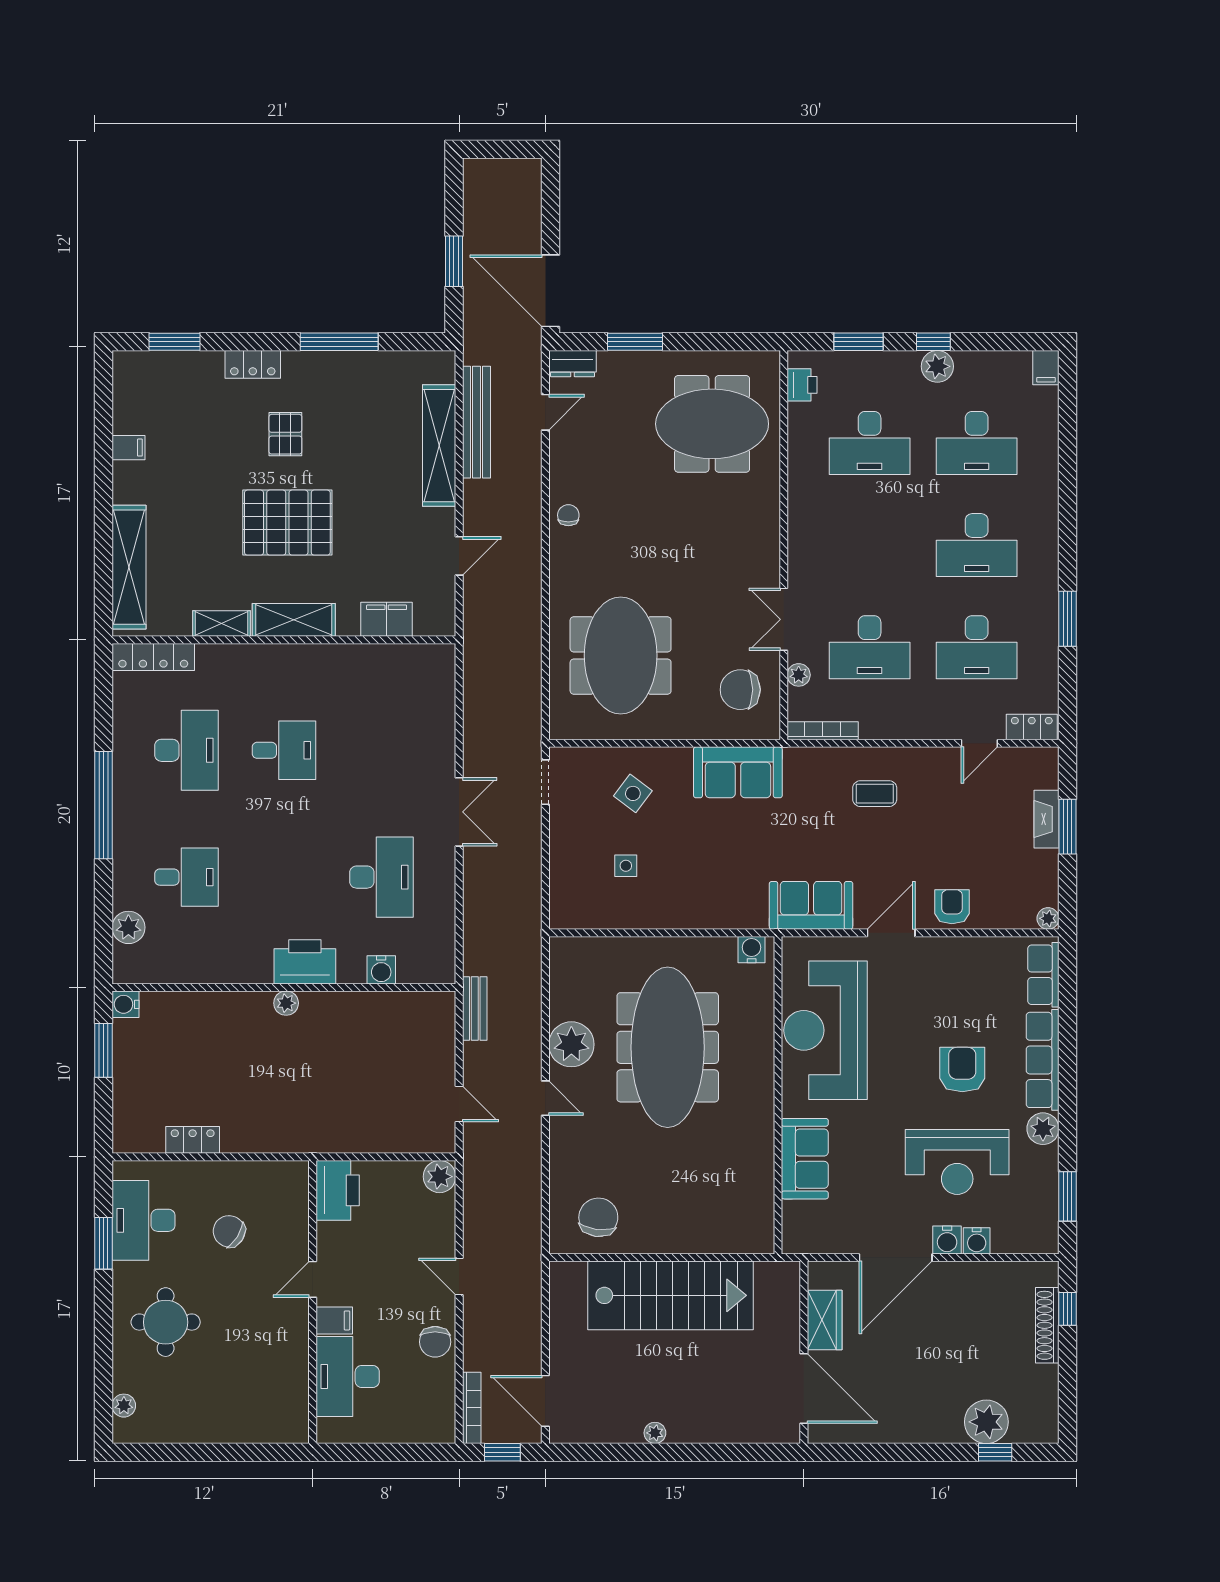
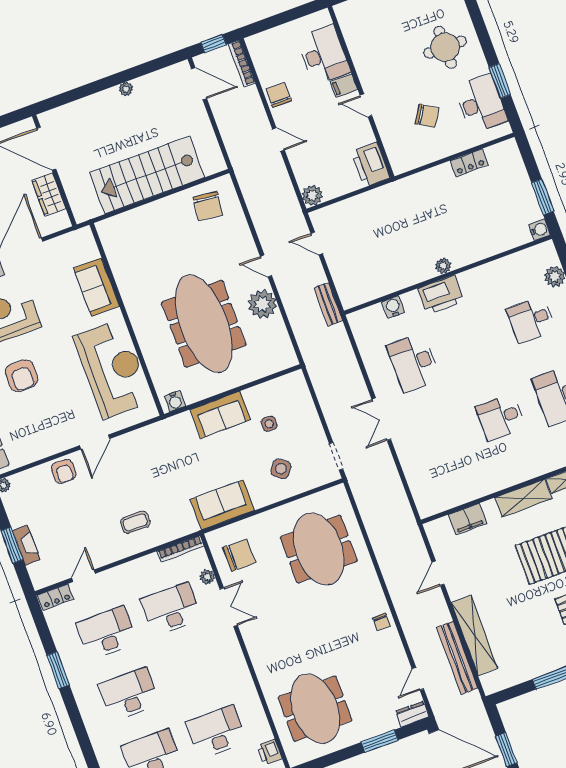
meeting table: (712, 424) -> (315, 709), turned 90
sofa: (811, 905) -> (220, 415), moved
door: (313, 1279) -> (366, 105), swing flipped

